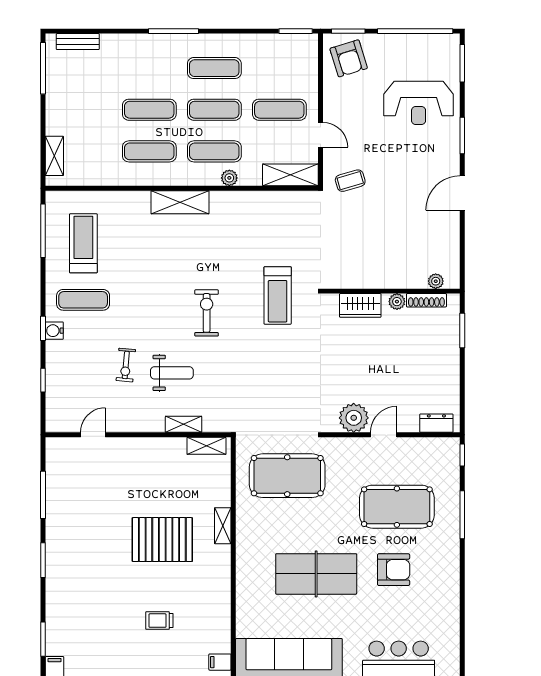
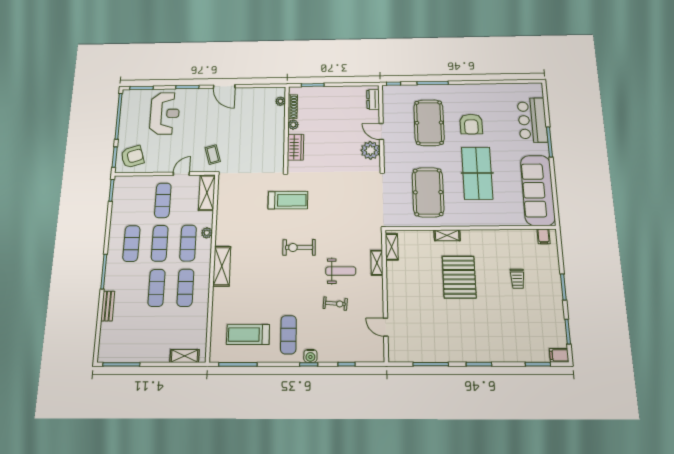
bench: (78, 42) -> (108, 306), moved
weight bench: (172, 373) -> (341, 271), turned 90
pool table: (287, 476) -> (428, 192), moved
armchair: (394, 570) -> (471, 124), turned 180

